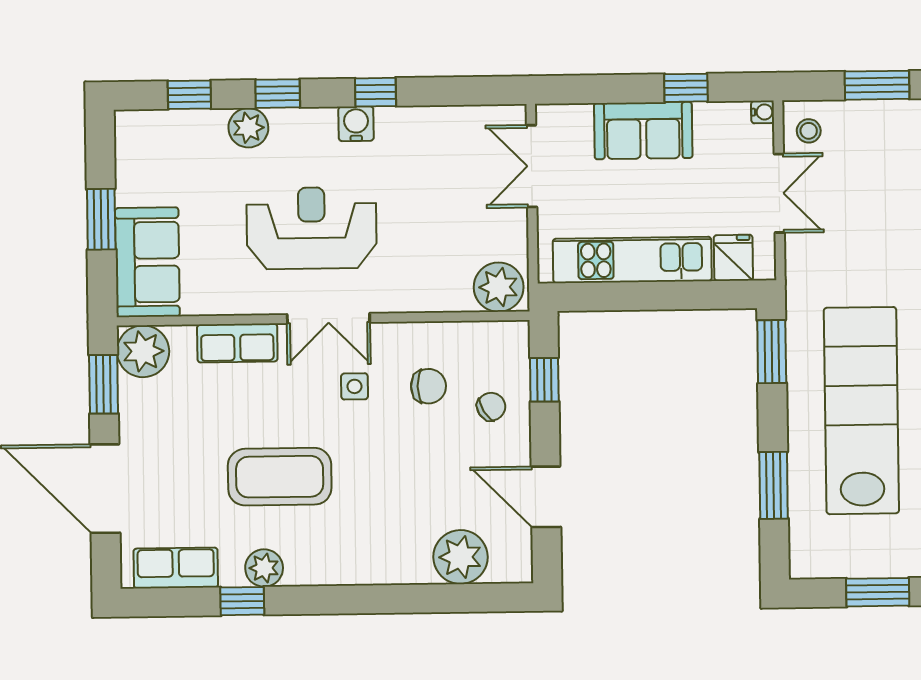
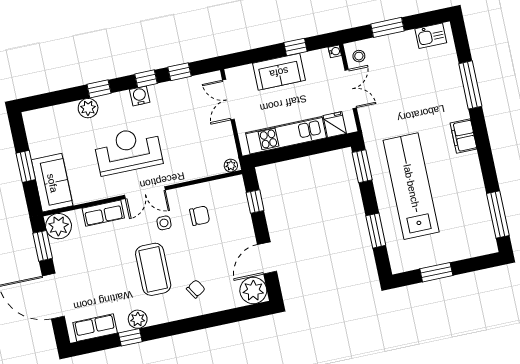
window: (189, 95) -> (180, 72), moved
plant: (499, 287) -> (231, 166), width x0.53, depth x0.53
chair: (491, 407) -> (196, 289), moved
coffee table: (280, 477) -> (153, 269), moved, turned 90
door: (546, 497) -> (267, 258), hinge flipped
plant: (461, 557) -> (253, 290), moved

